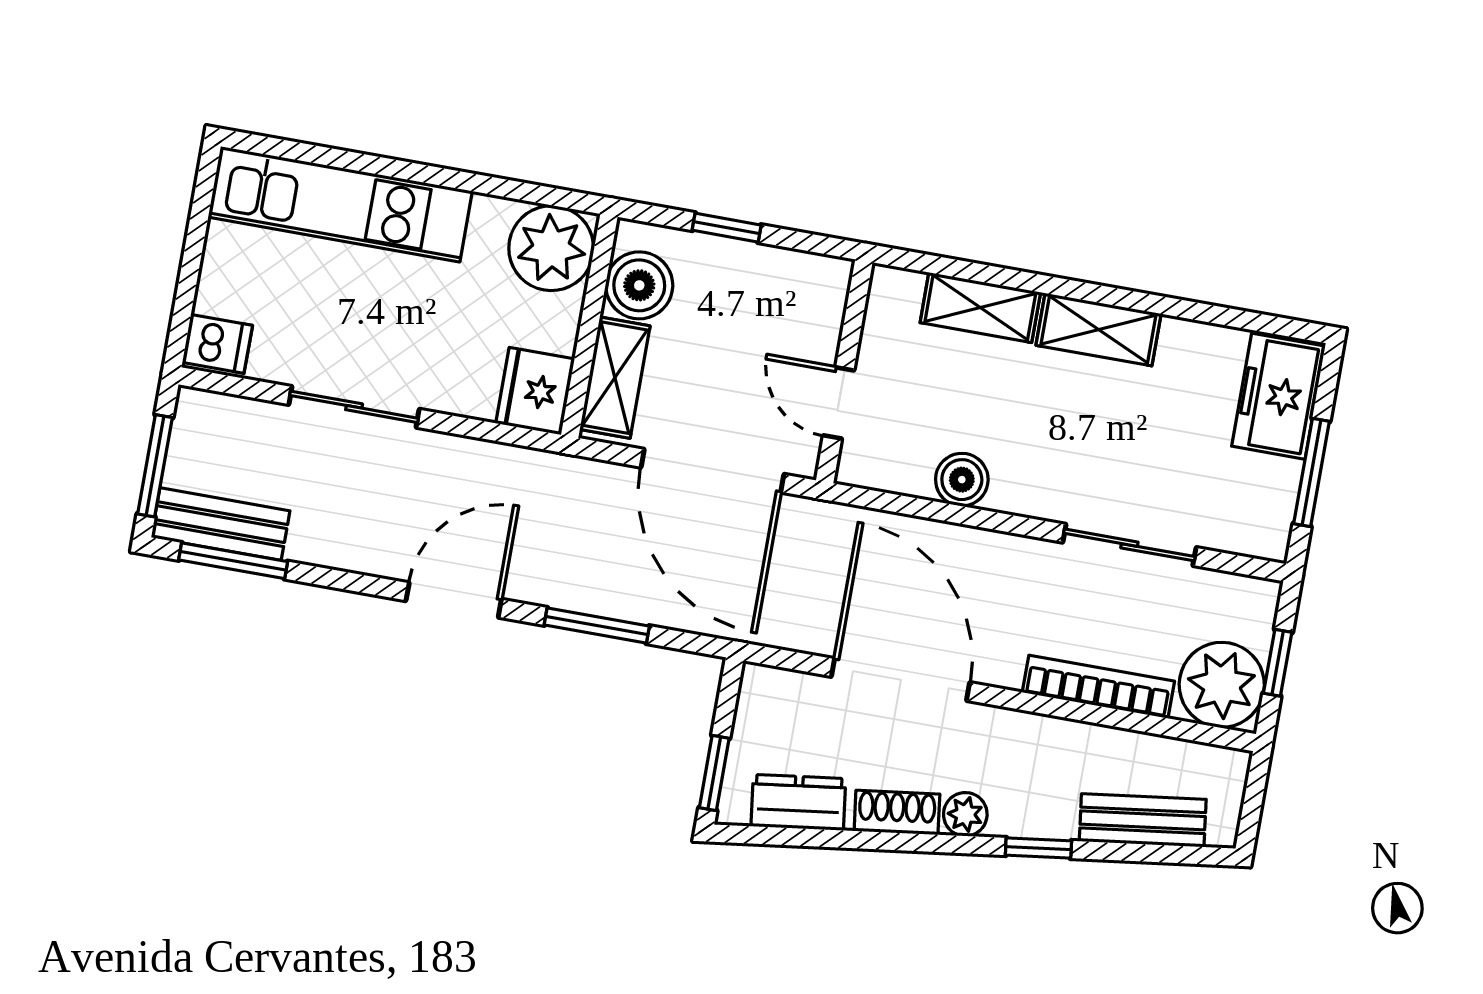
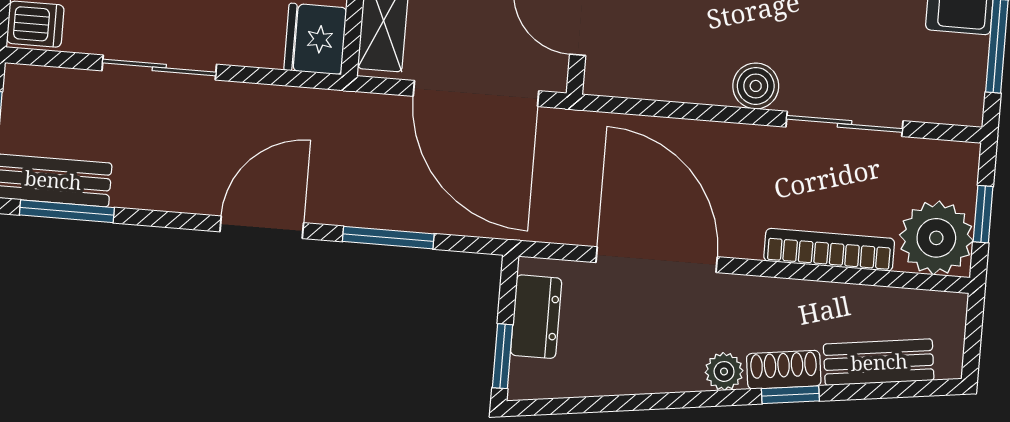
boiler: (962, 480) -> (756, 86), moved
dresser: (798, 802) -> (536, 317), moved, turned 97
shoe rack: (897, 813) -> (784, 370), moved

